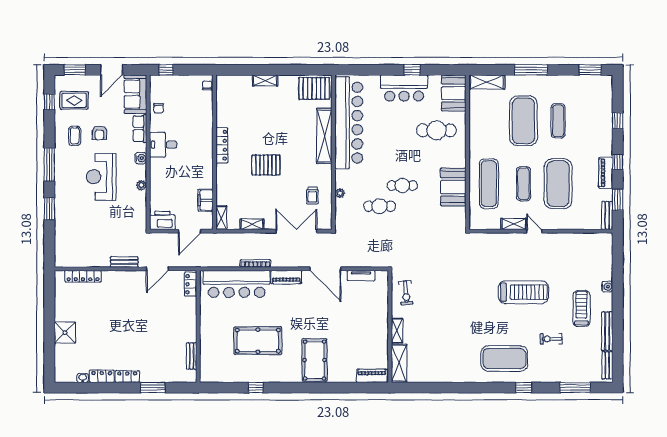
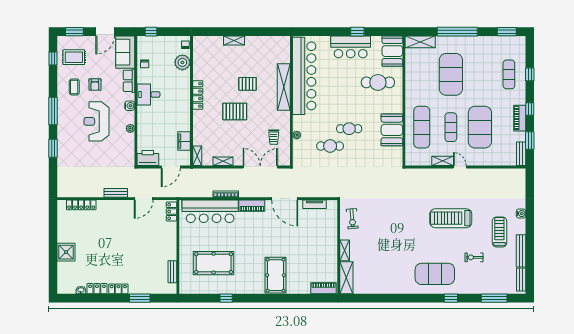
window: (531, 70) -> (457, 32), width x1.46
pallet: (314, 88) -> (248, 84), moved, width x0.67, depth x0.71
plant: (204, 107) -> (182, 62), added
exercise mat: (558, 121) -> (509, 74), moved
treadmill: (523, 292) -> (451, 218), turned 180
pool table: (258, 341) -> (214, 263), moved

